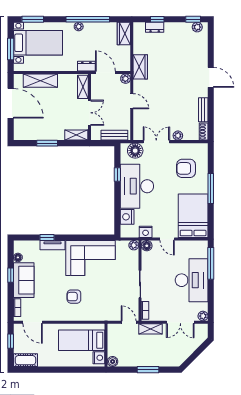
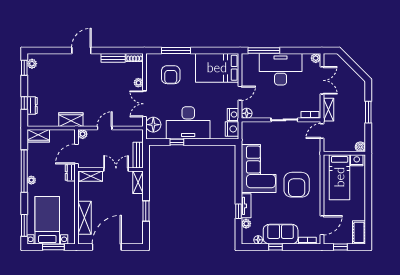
bench: (114, 135) -> (138, 155), moved
window: (211, 189) -> (176, 50), moved
nightstand: (127, 217) -> (232, 129), moved, turned -90
plant: (134, 245) -> (246, 224), moved
armchair: (74, 297) -> (297, 185), width x1.88, depth x1.88

